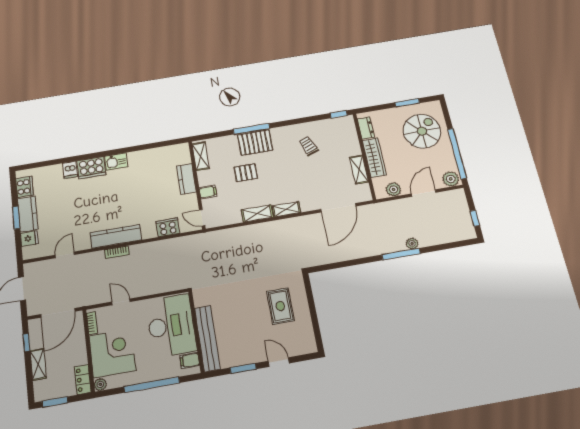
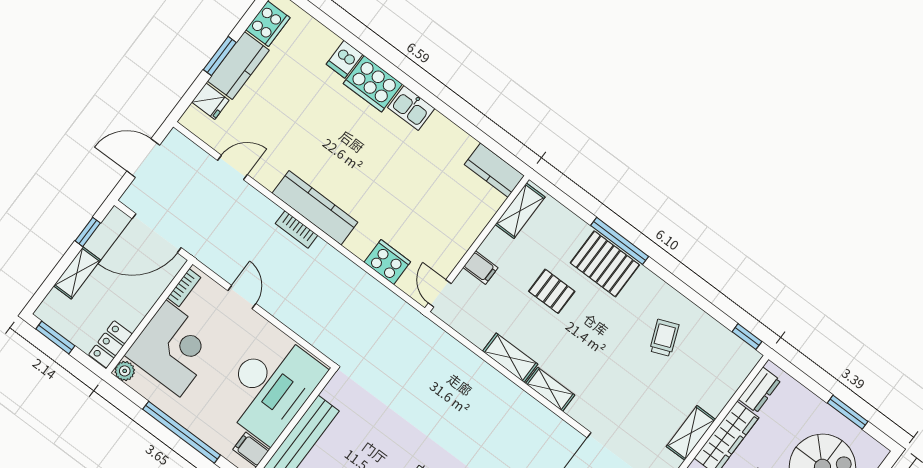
kitchen counter: (186, 179) -> (494, 170), moved, turned -90

